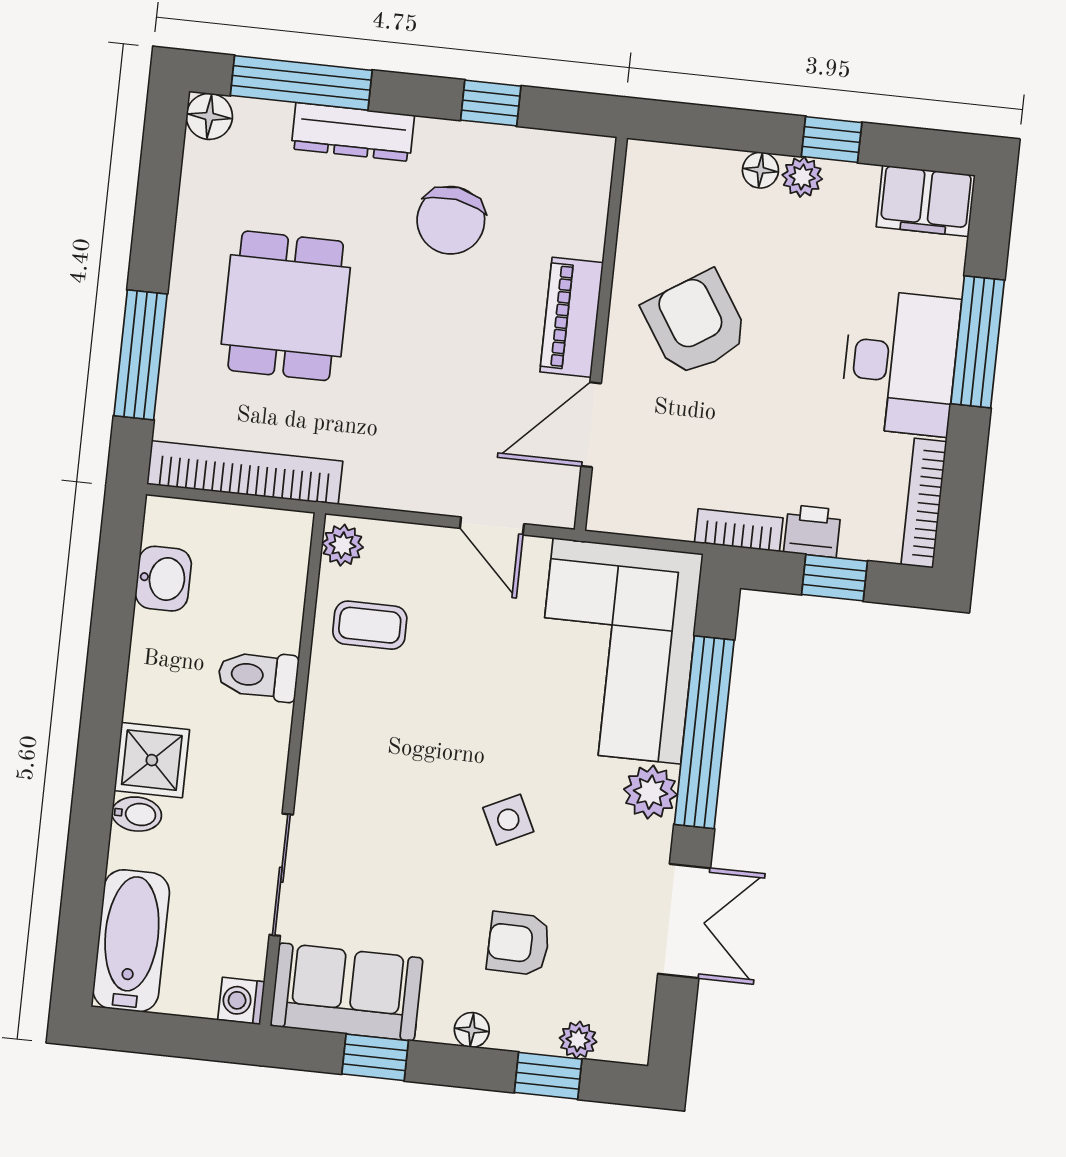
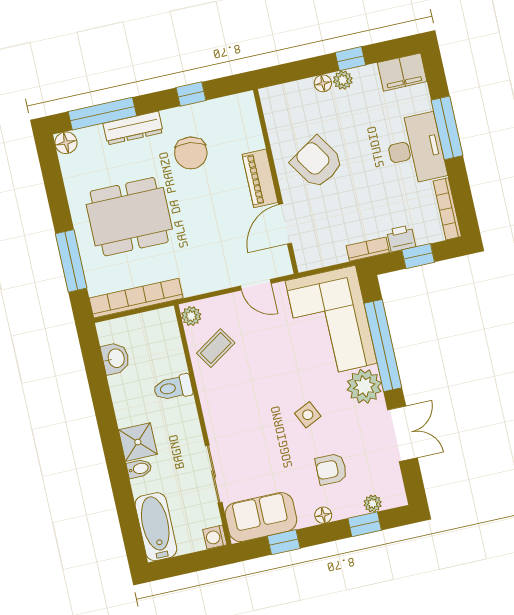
dining table: (286, 306) -> (129, 217), width x1.38
coffee table: (370, 625) -> (216, 348), turned -33
plant: (651, 792) -> (364, 386), width x1.36, depth x1.36

